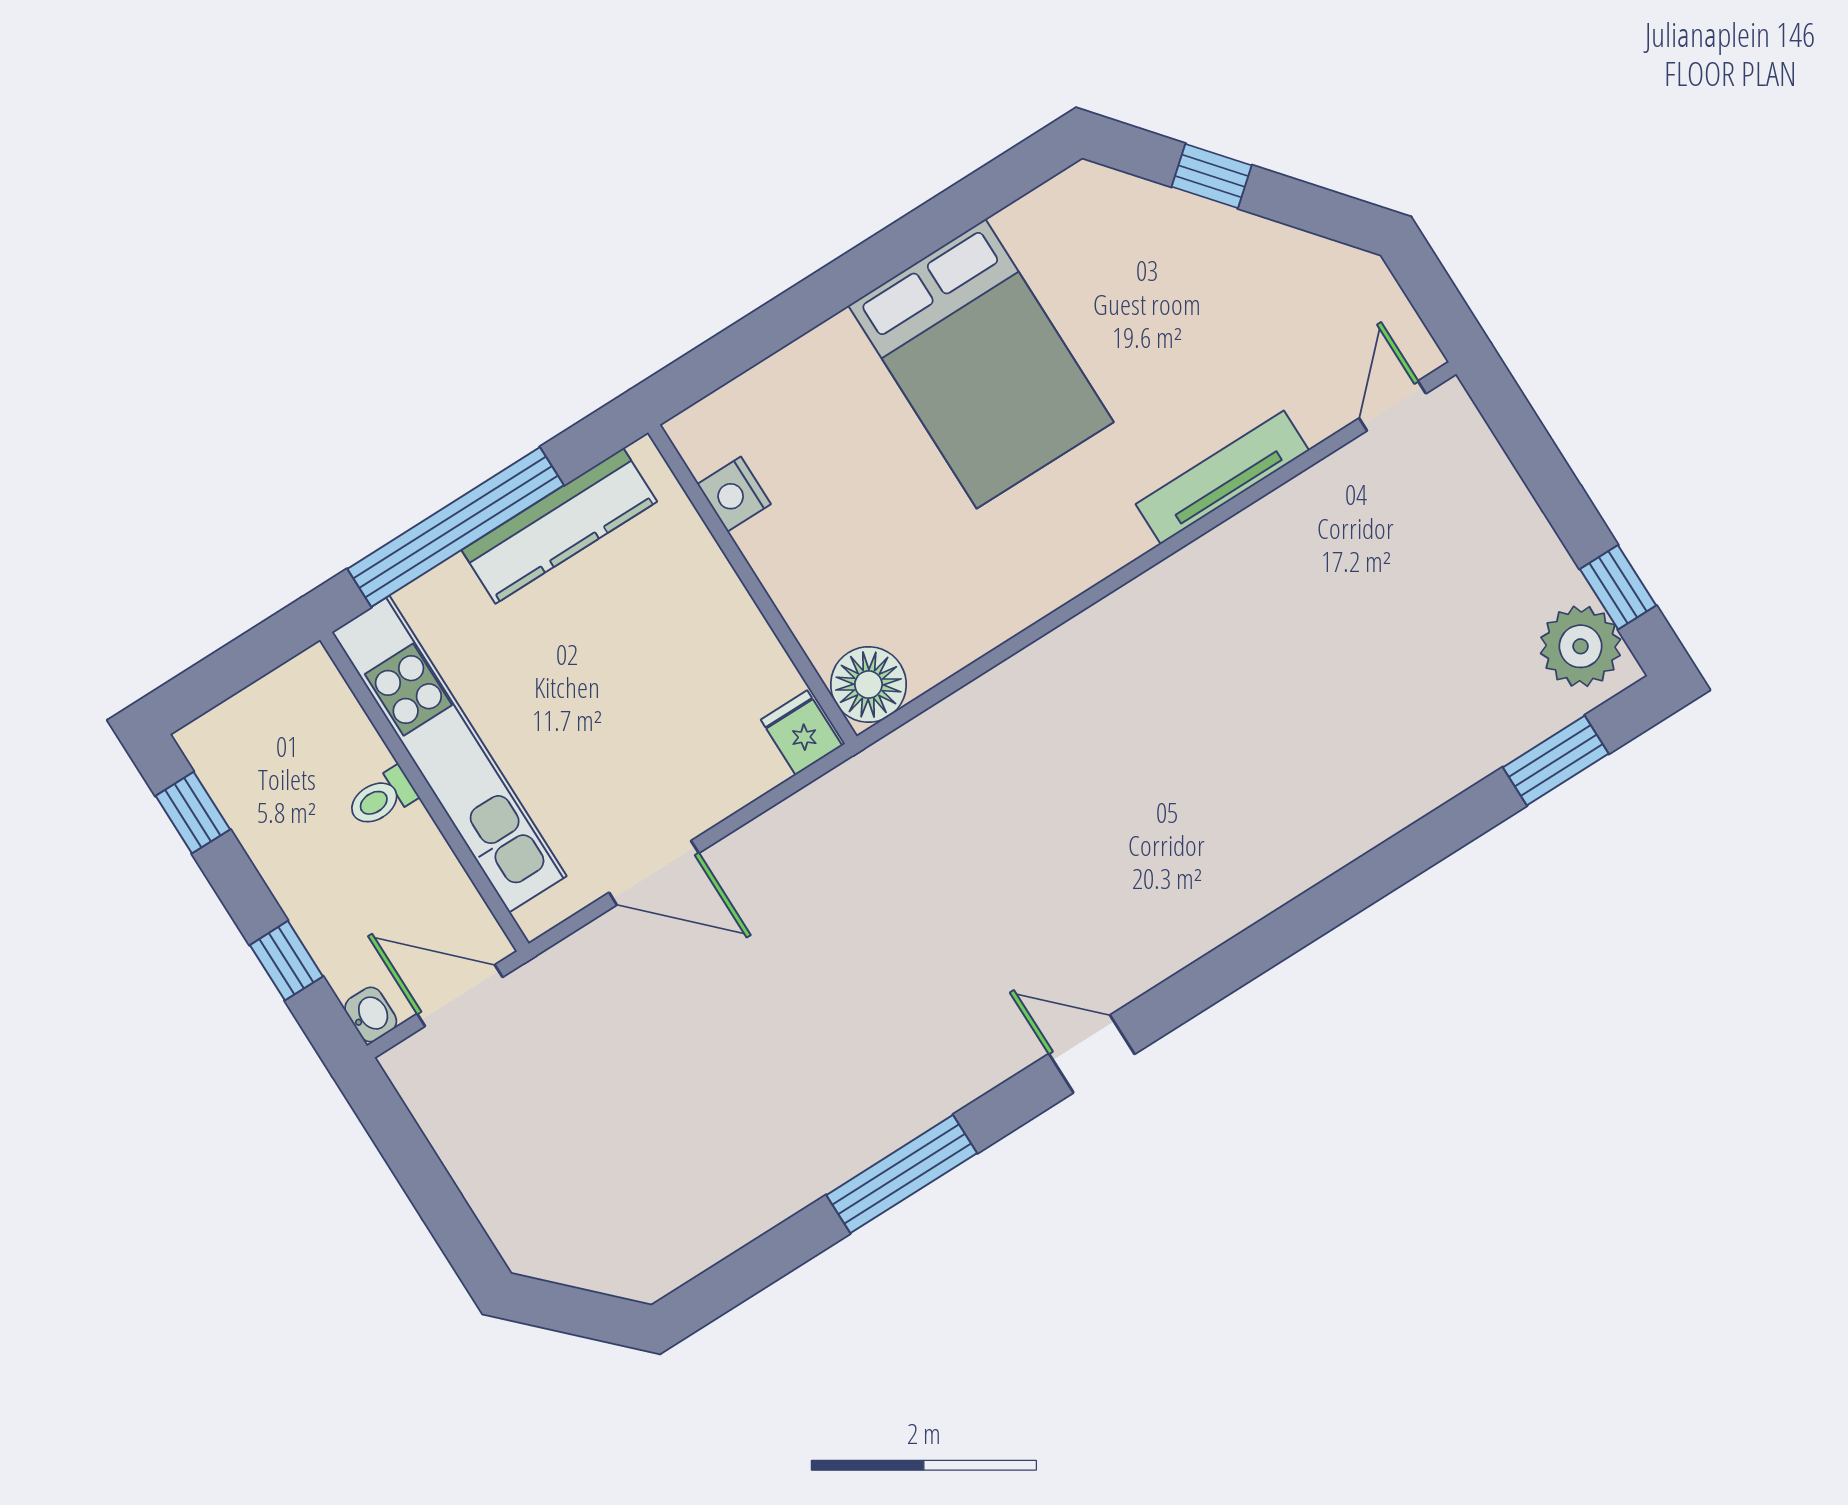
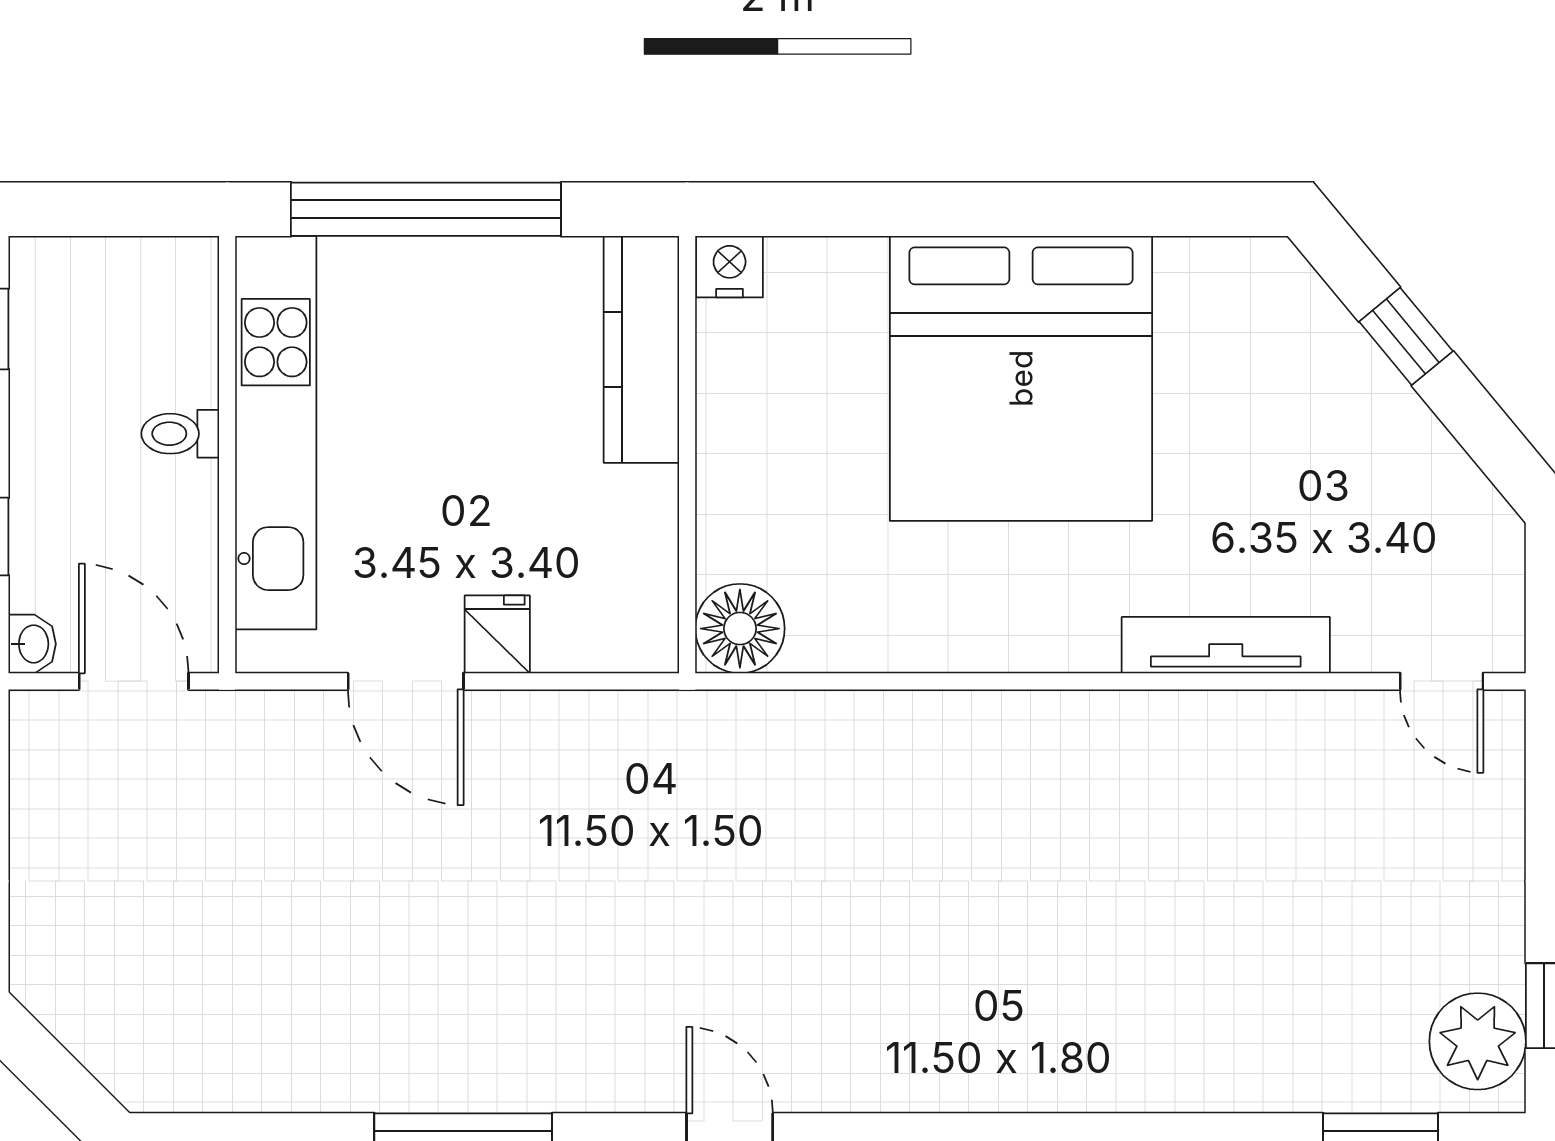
bed: (981, 364) -> (1021, 378), width x1.36
door: (1393, 406) -> (1442, 681), swing flipped
nightstand: (734, 494) -> (730, 267), moved, turned 90
kitchen counter: (559, 526) -> (641, 349), moved, turned 90
fridge: (801, 733) -> (497, 634), moved

